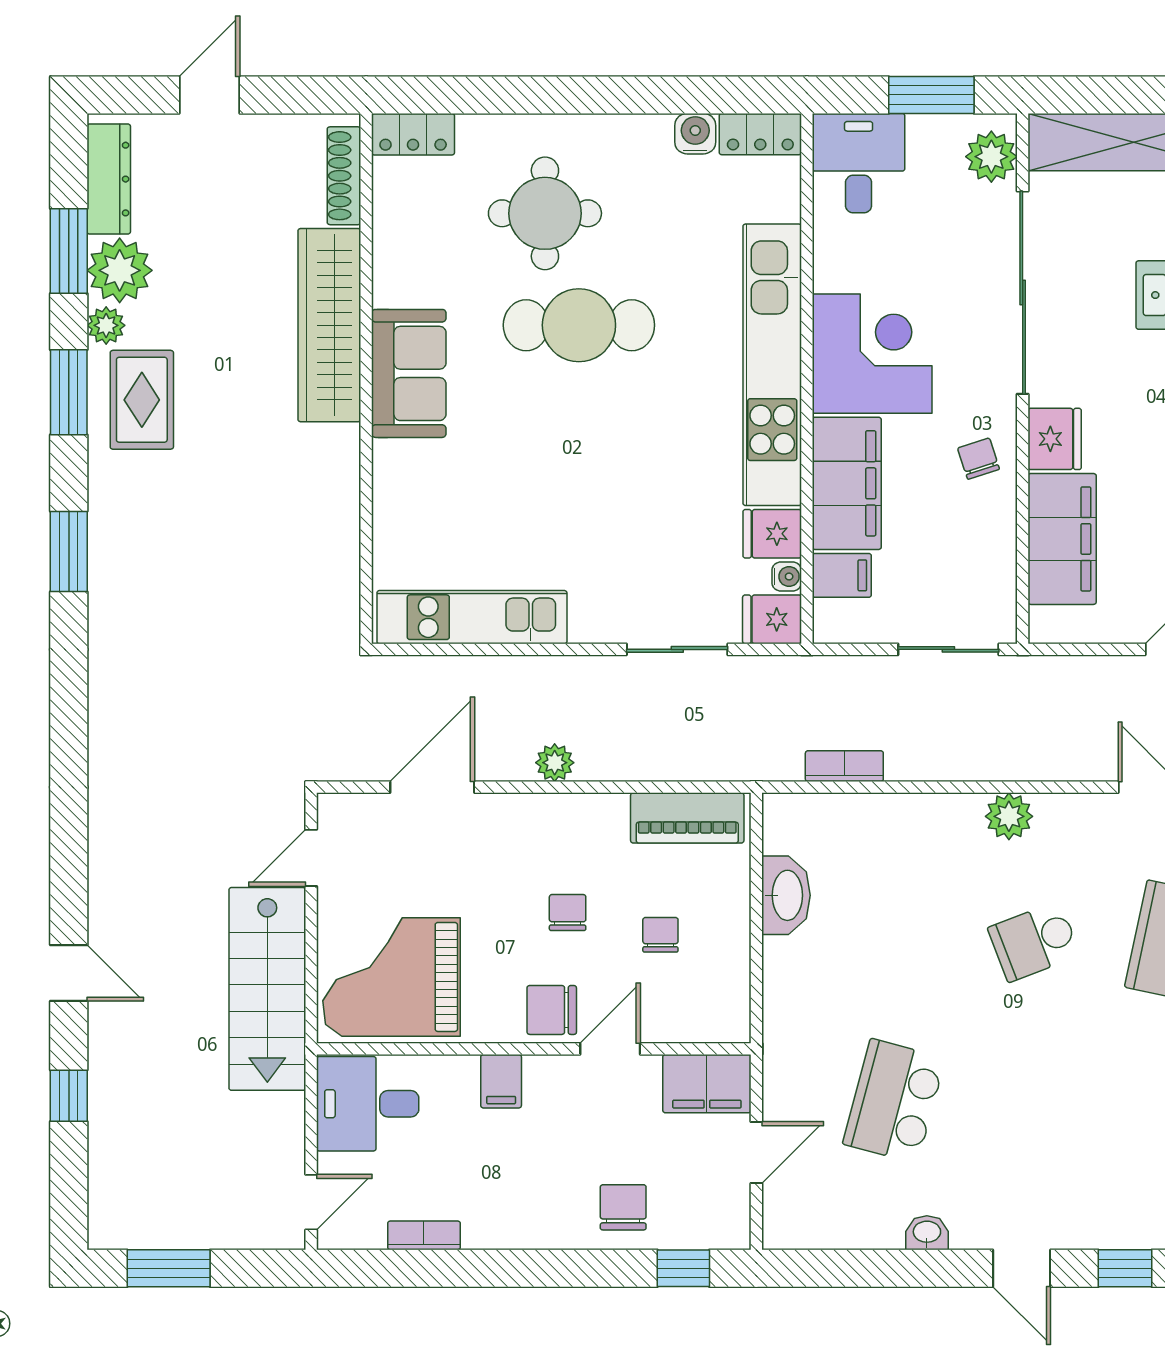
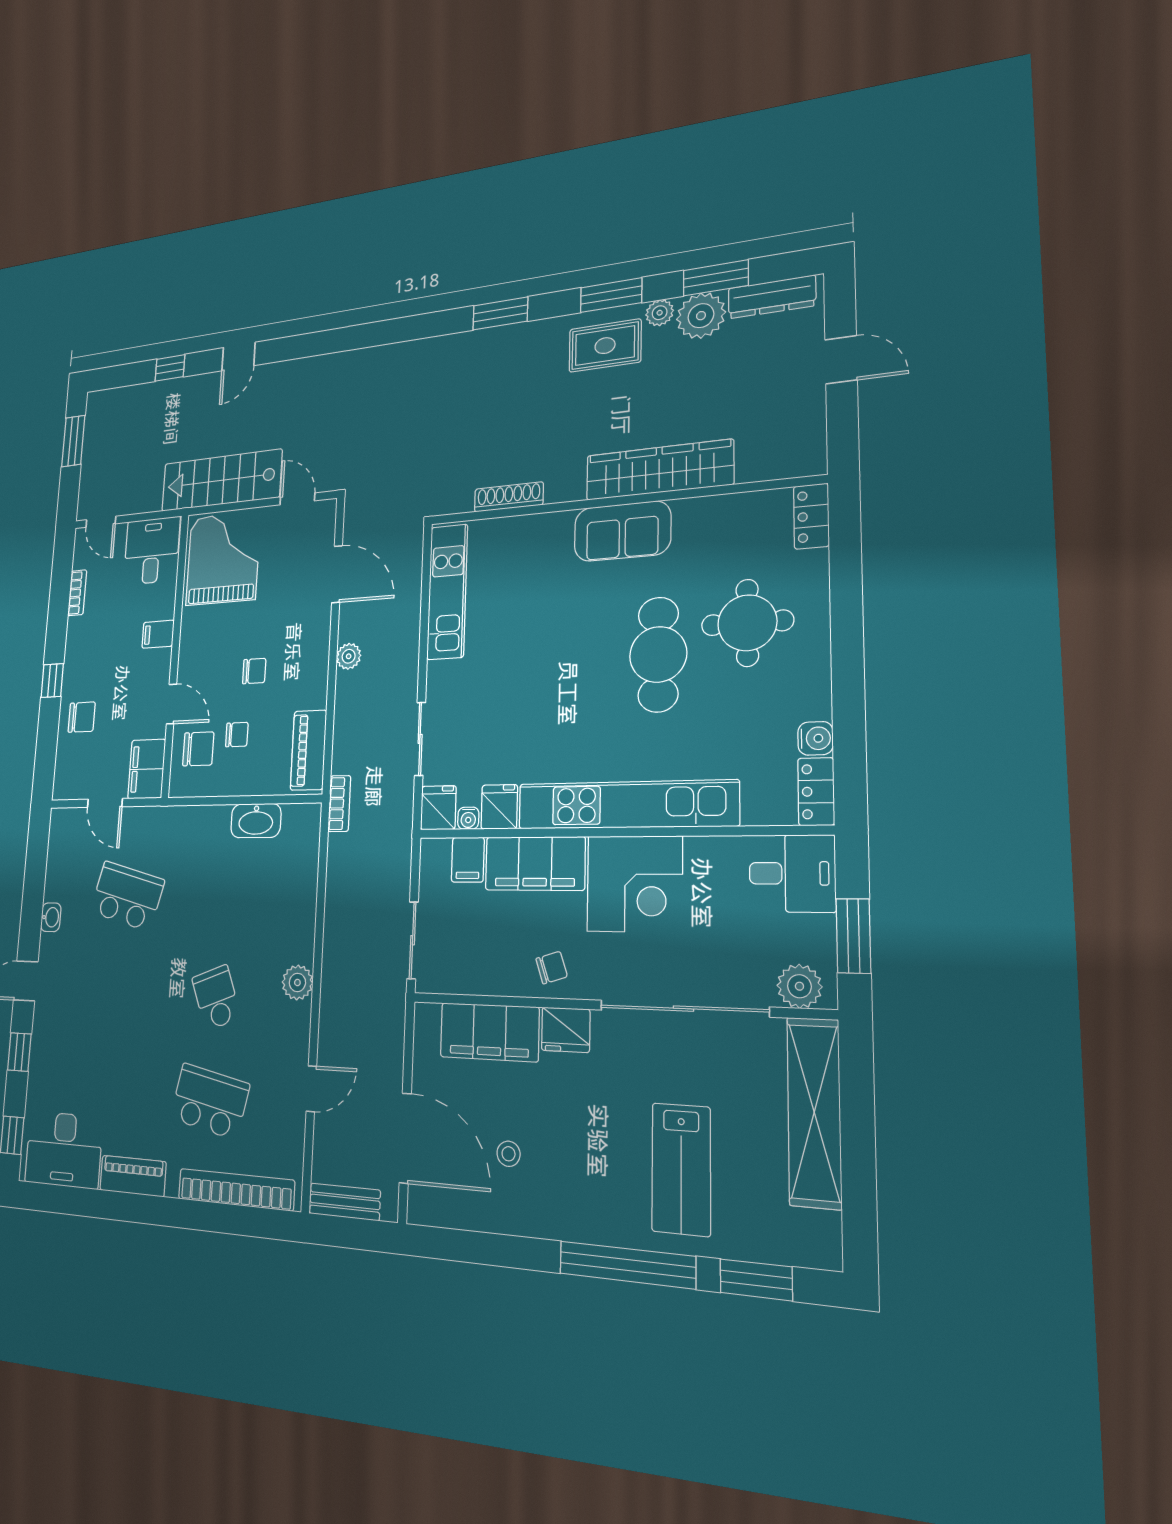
shoe rack: (344, 176) -> (509, 497), moved
bookcase: (844, 766) -> (339, 804), moved
chair: (552, 1010) -> (198, 749), moved, turned 90
window: (683, 1268) -> (52, 681), moved

